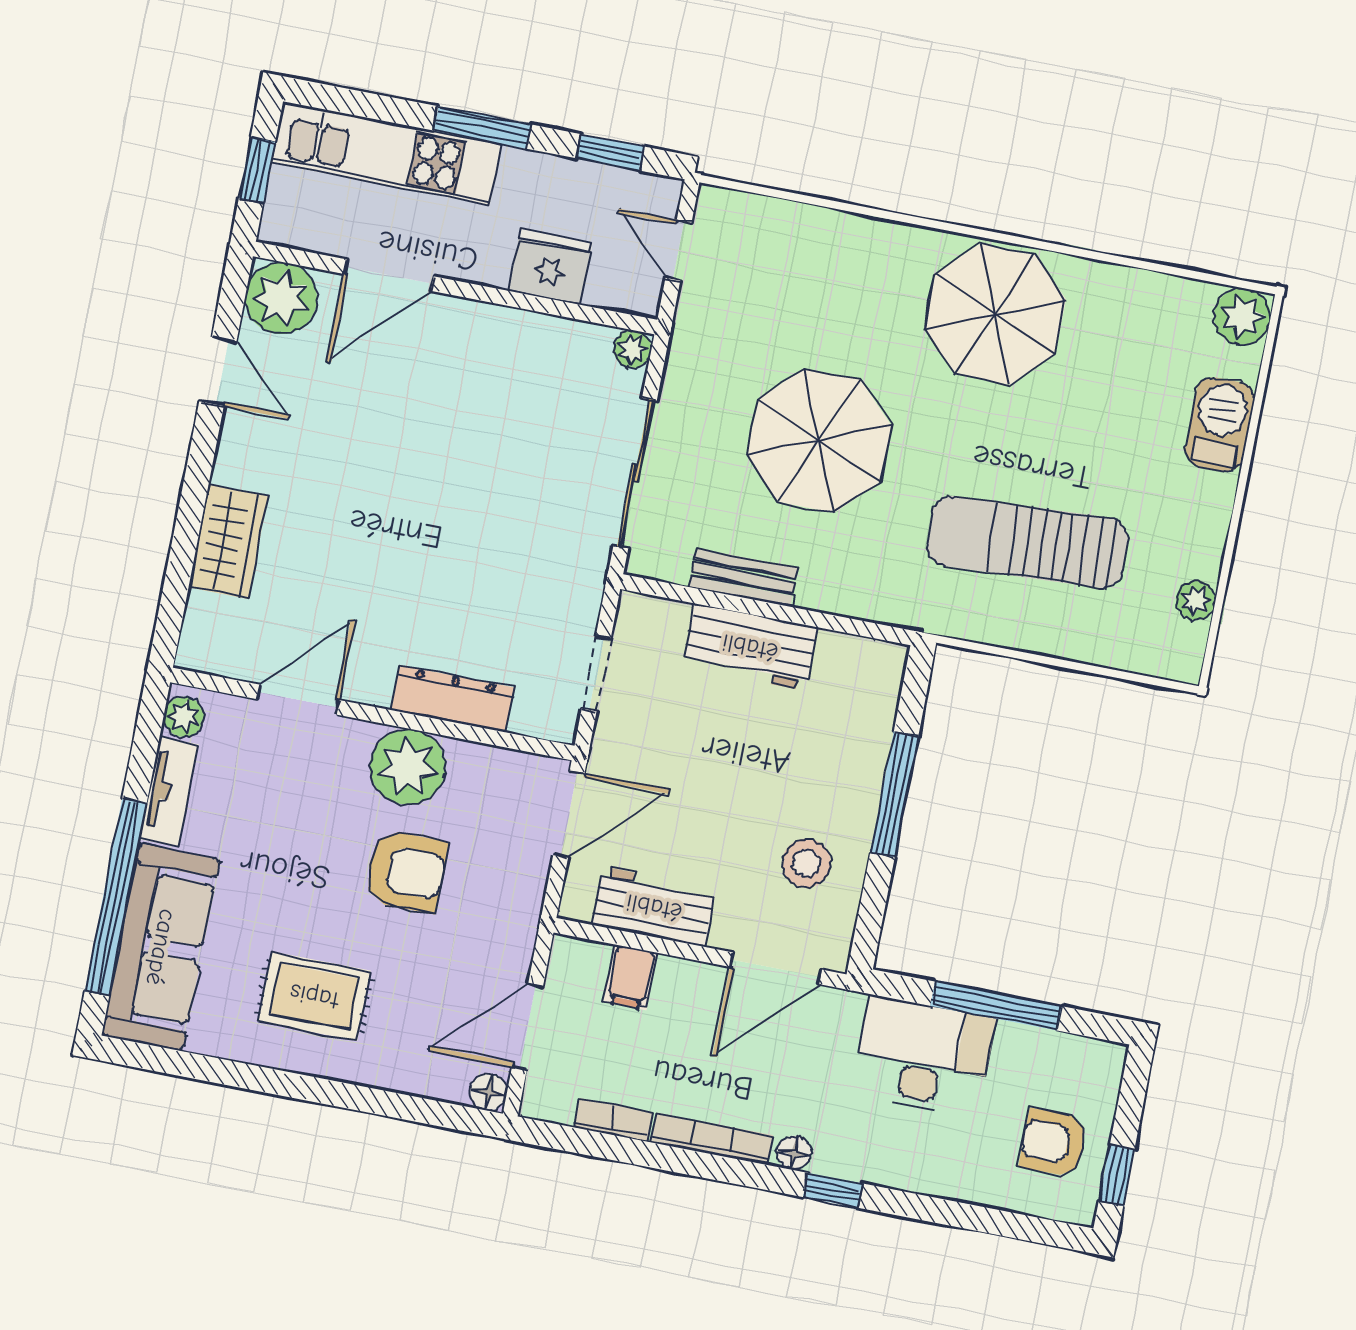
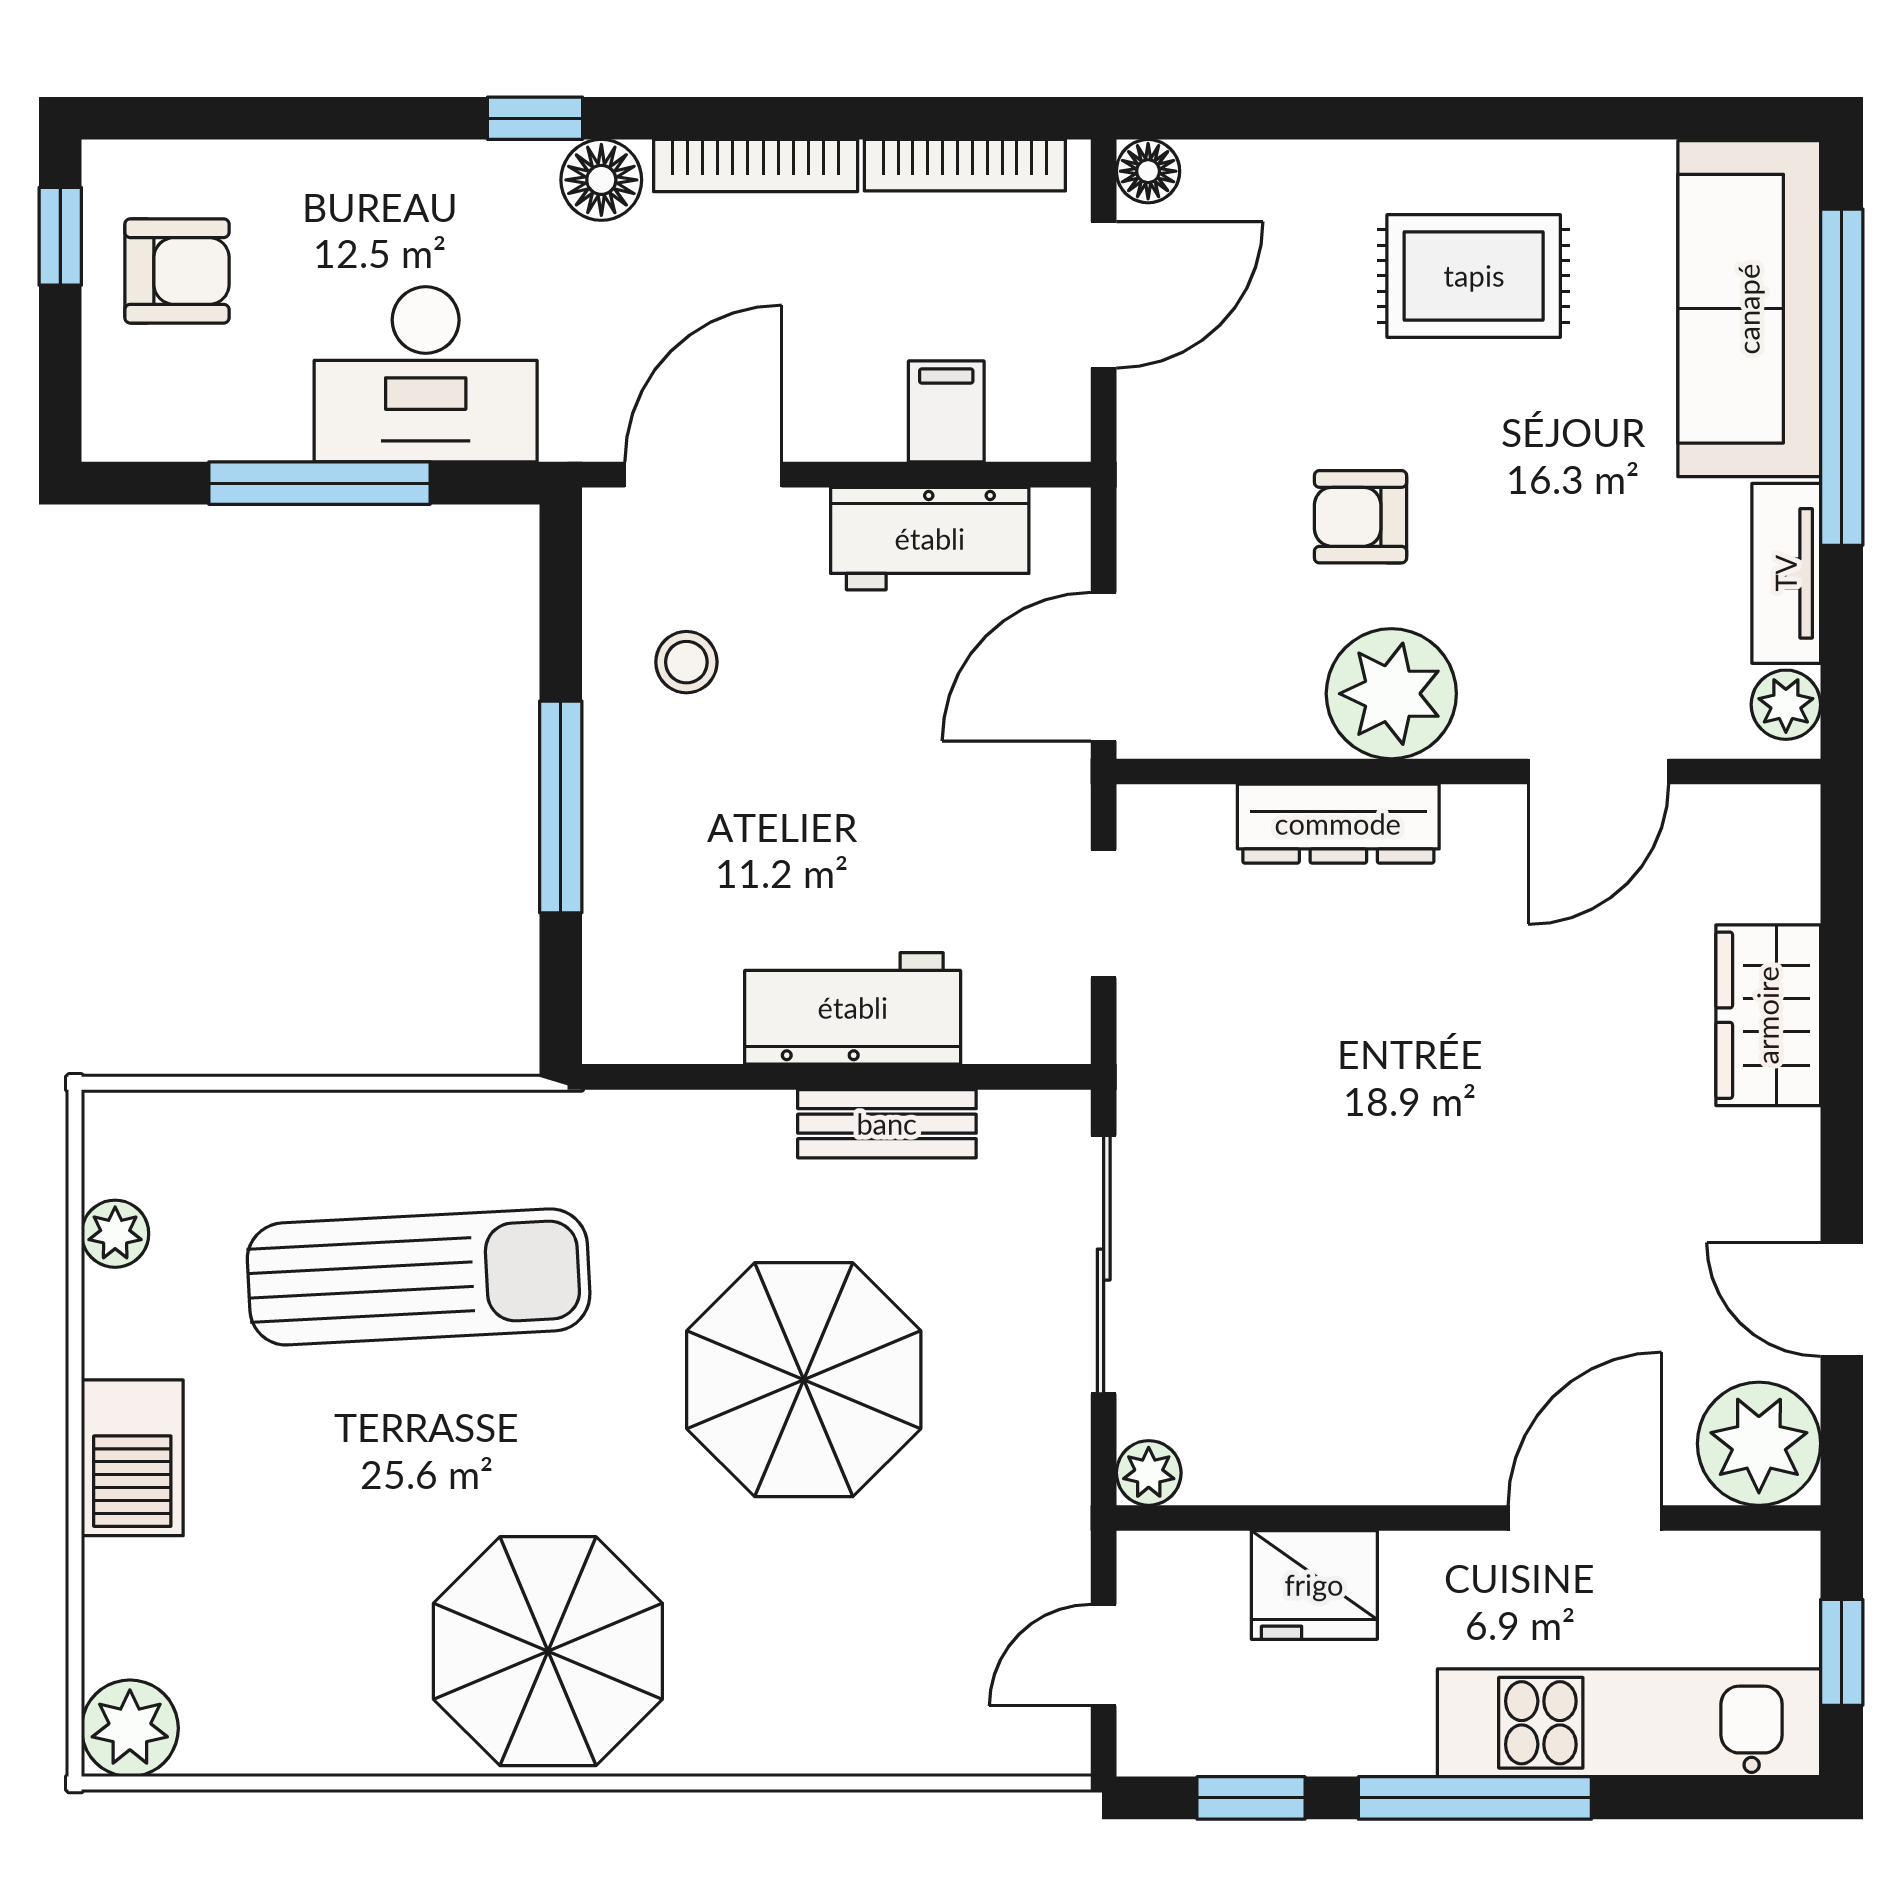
window: (483, 128) -> (1475, 1798), width x1.44
door: (678, 250) -> (1104, 1655), swing flipped
barbecue: (1220, 424) -> (132, 1458), moved
stool: (806, 863) -> (686, 662), width x0.73, depth x0.73
armchair: (406, 871) -> (1361, 517), width x0.72, depth x0.72
bookcase: (613, 1120) -> (965, 165), width x1.56
floor lamp: (794, 1153) -> (601, 180), width x1.37, depth x1.37

